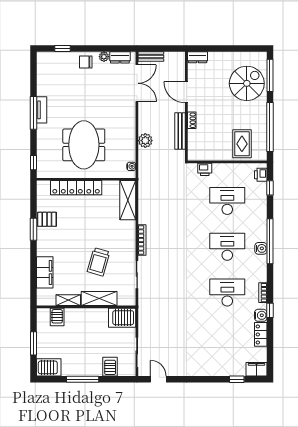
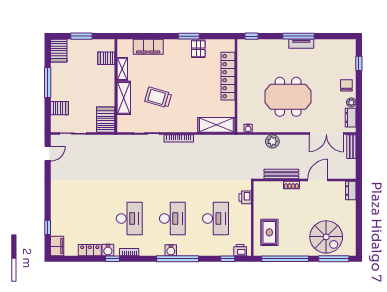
rug: (242, 144) -> (269, 232), turned 90
meeting table: (84, 145) -> (288, 97), moved

